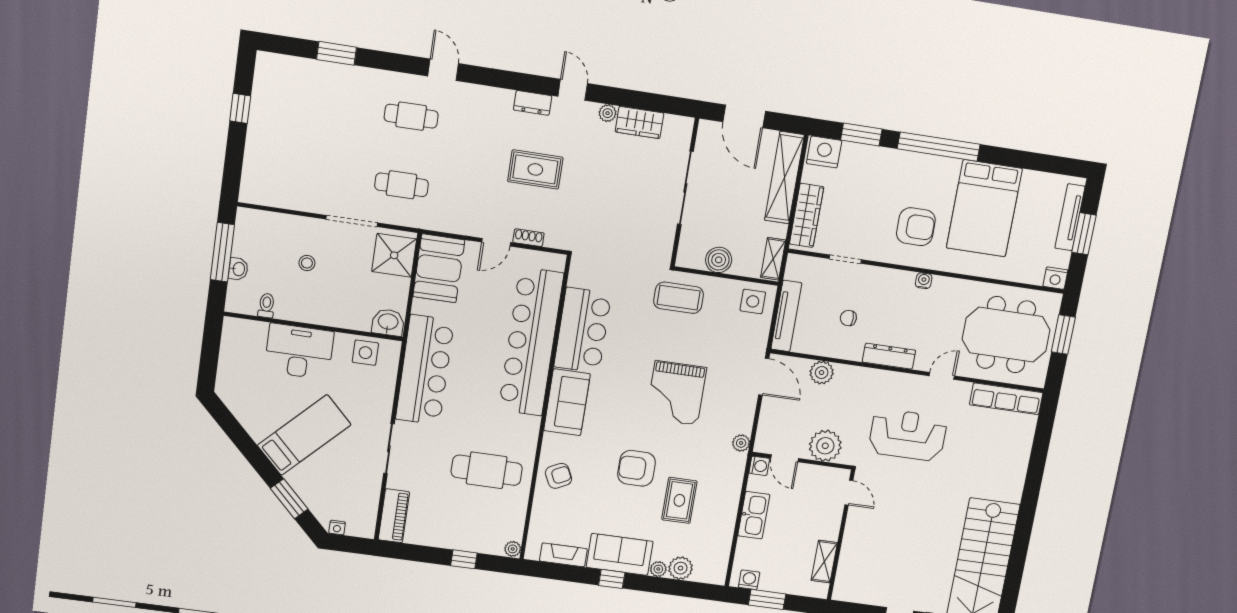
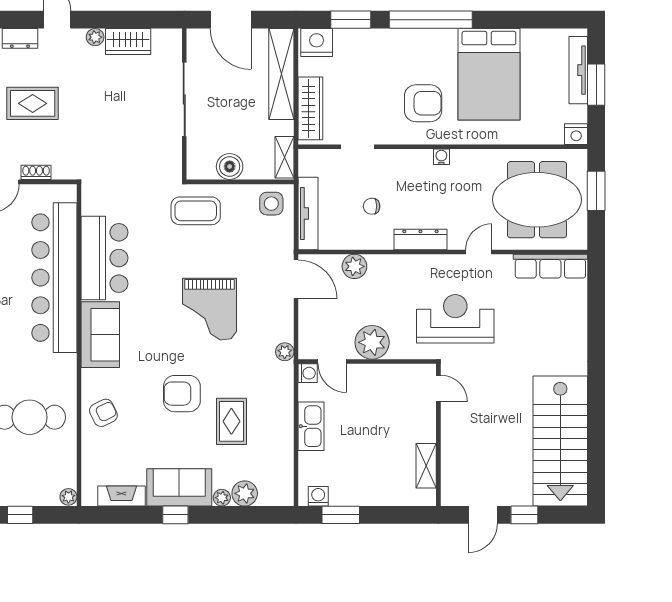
door: (849, 493) -> (438, 388), moved
wall: (841, 535) -> (438, 435), moved
shelving: (824, 562) -> (426, 466), moved

